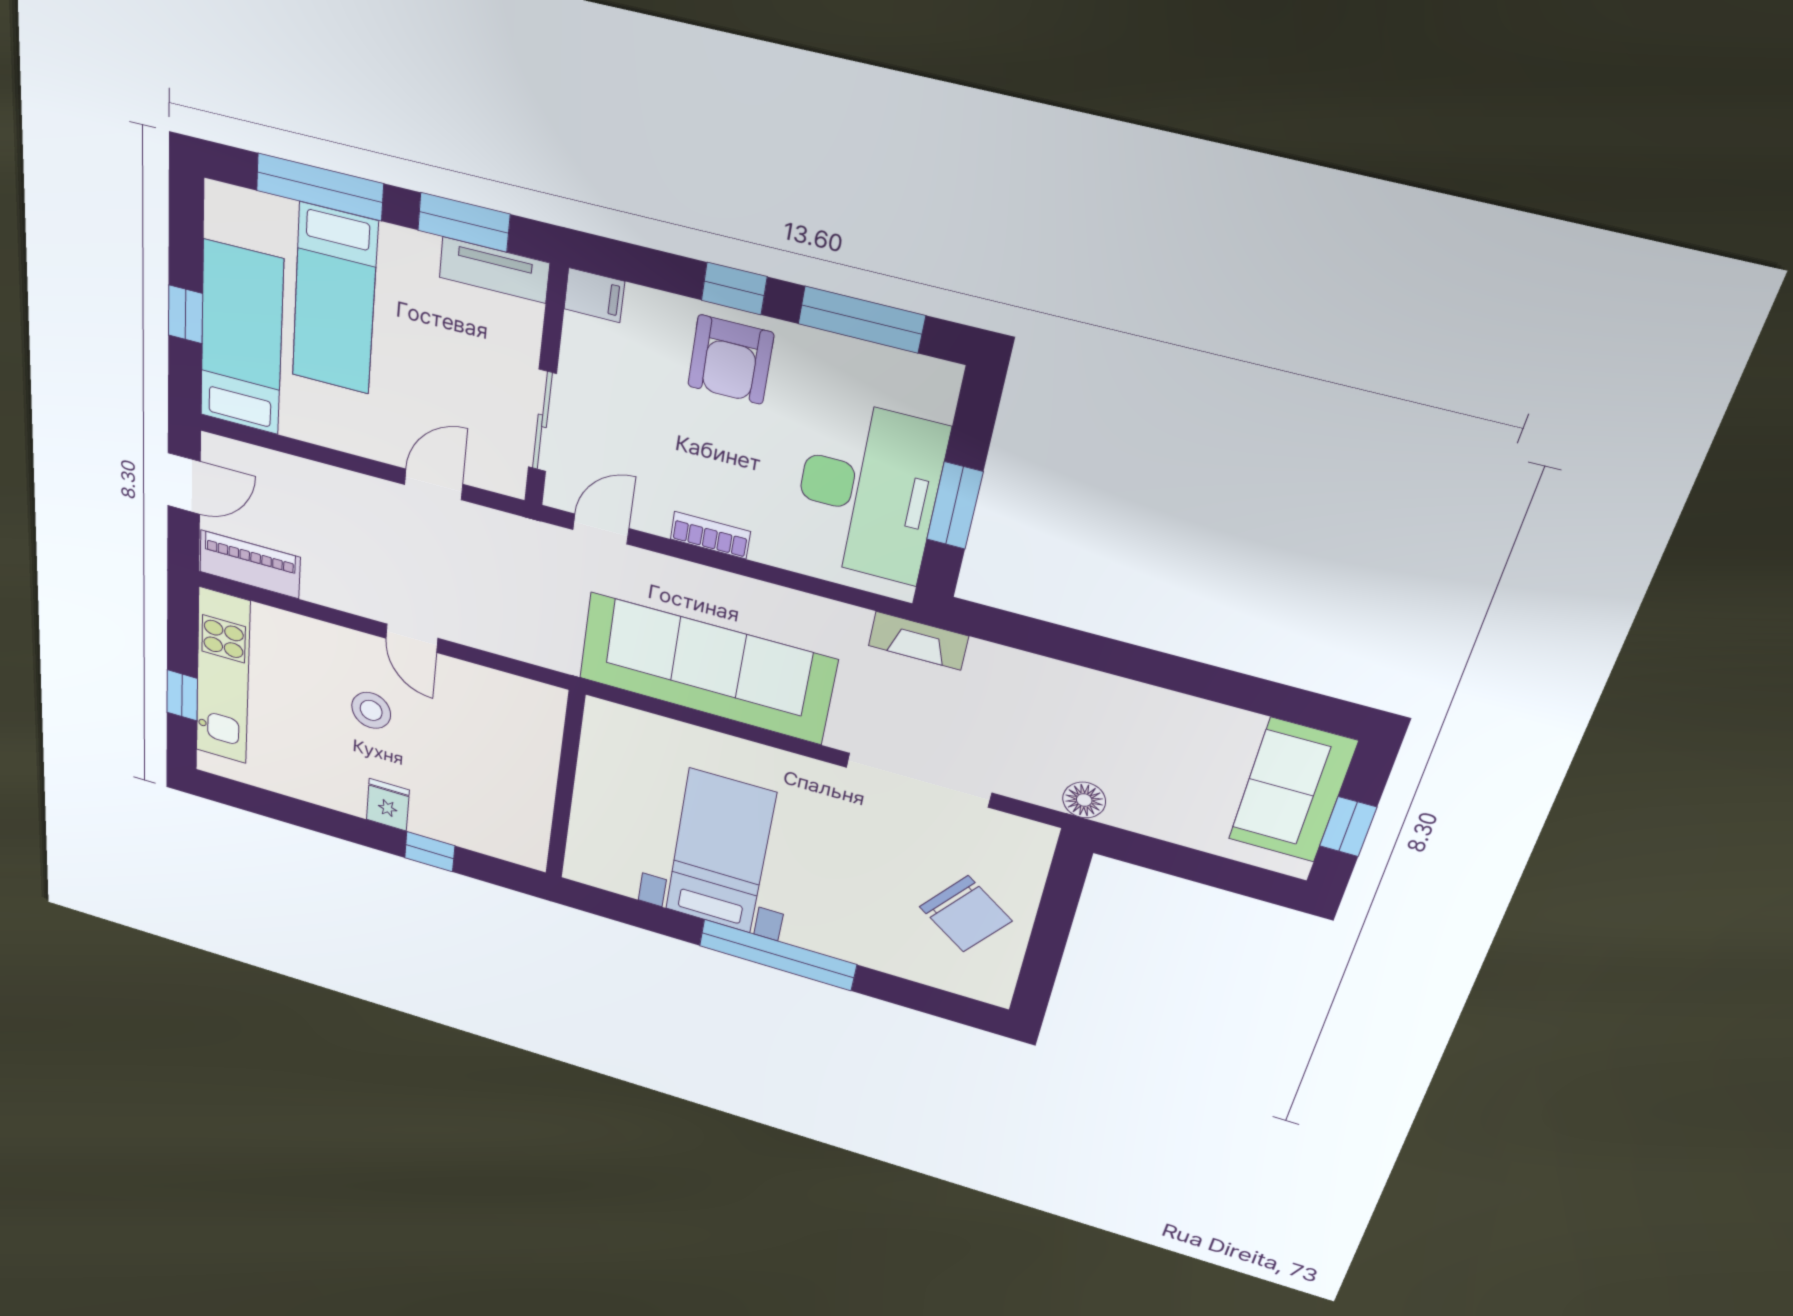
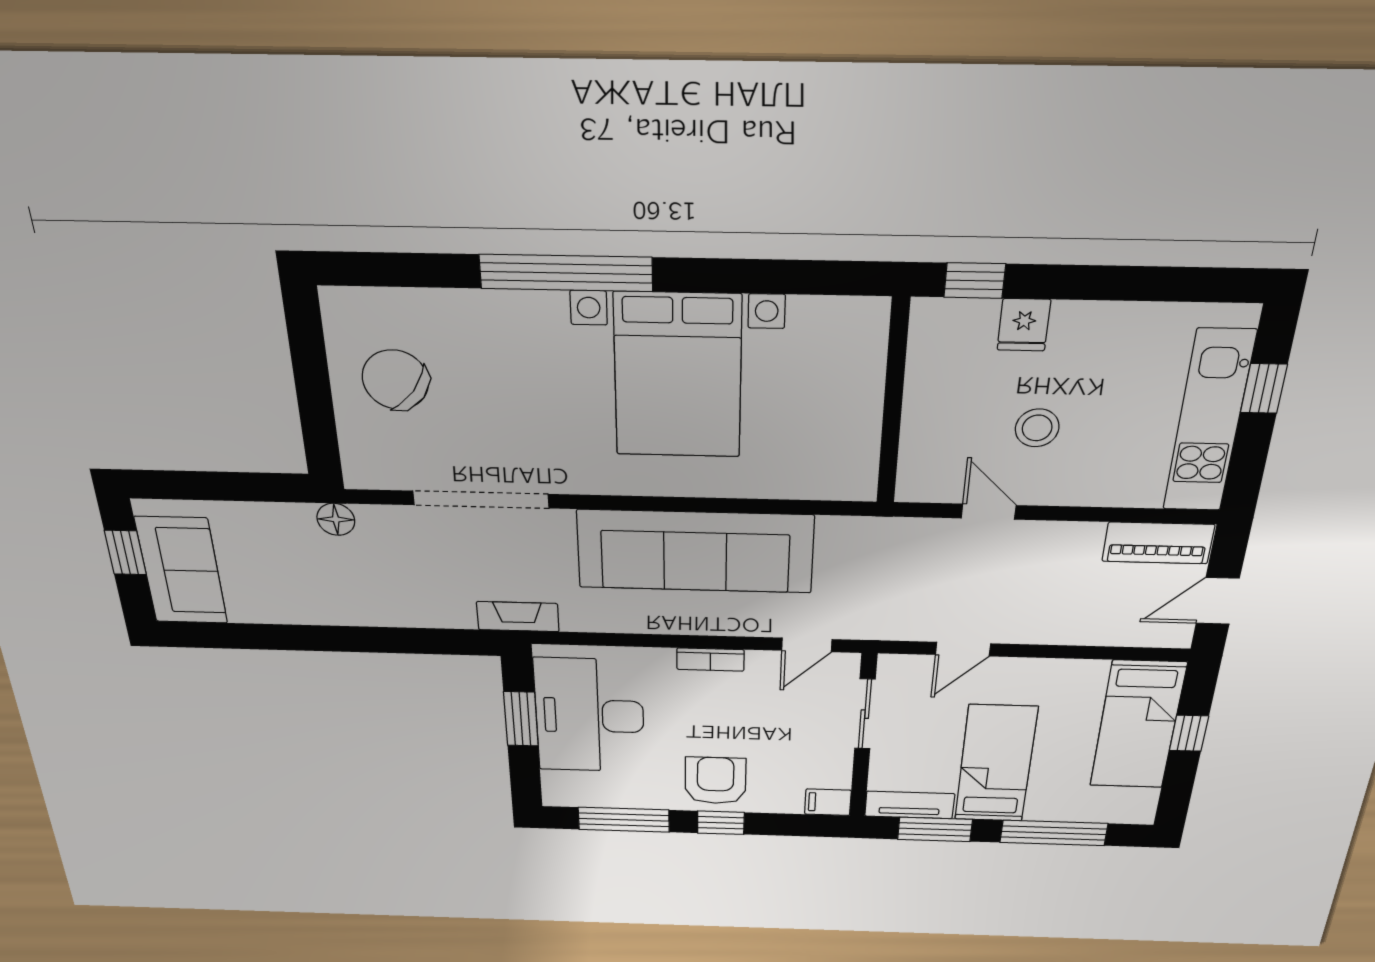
bed: (335, 299) -> (996, 764), moved
wall: (565, 786) -> (893, 403), moved
bed with nightstands: (720, 852) -> (678, 376), width x1.36

